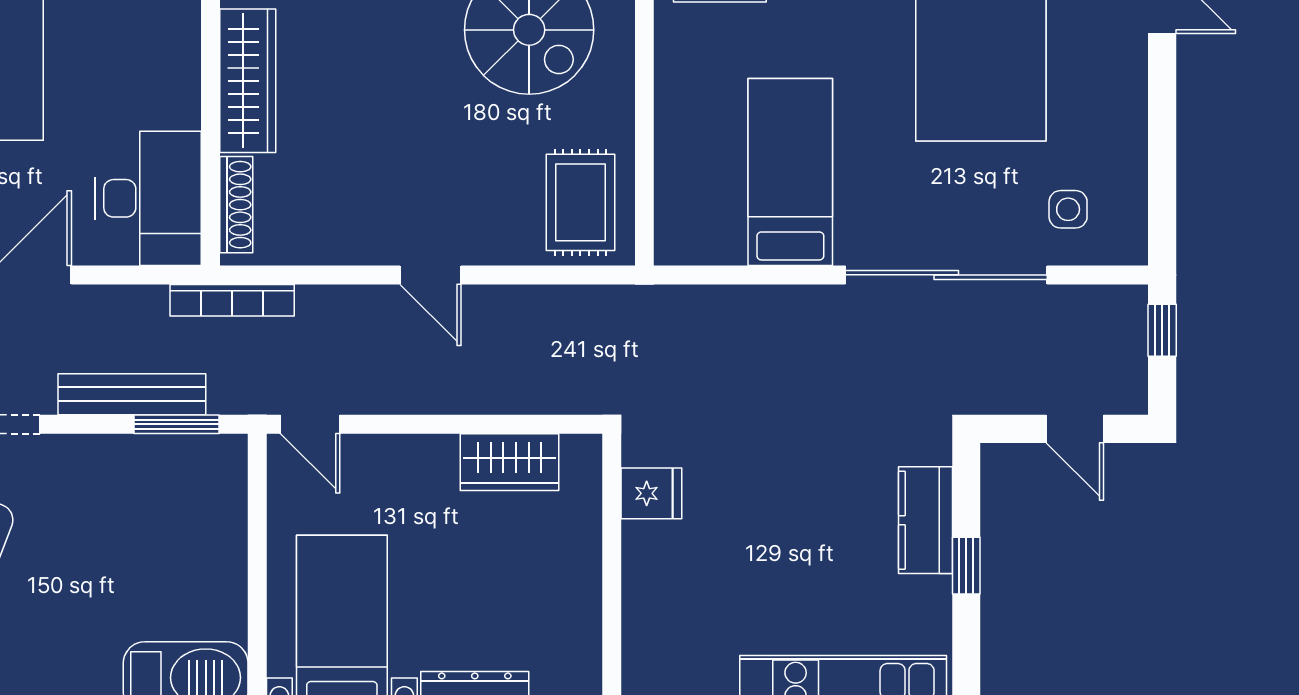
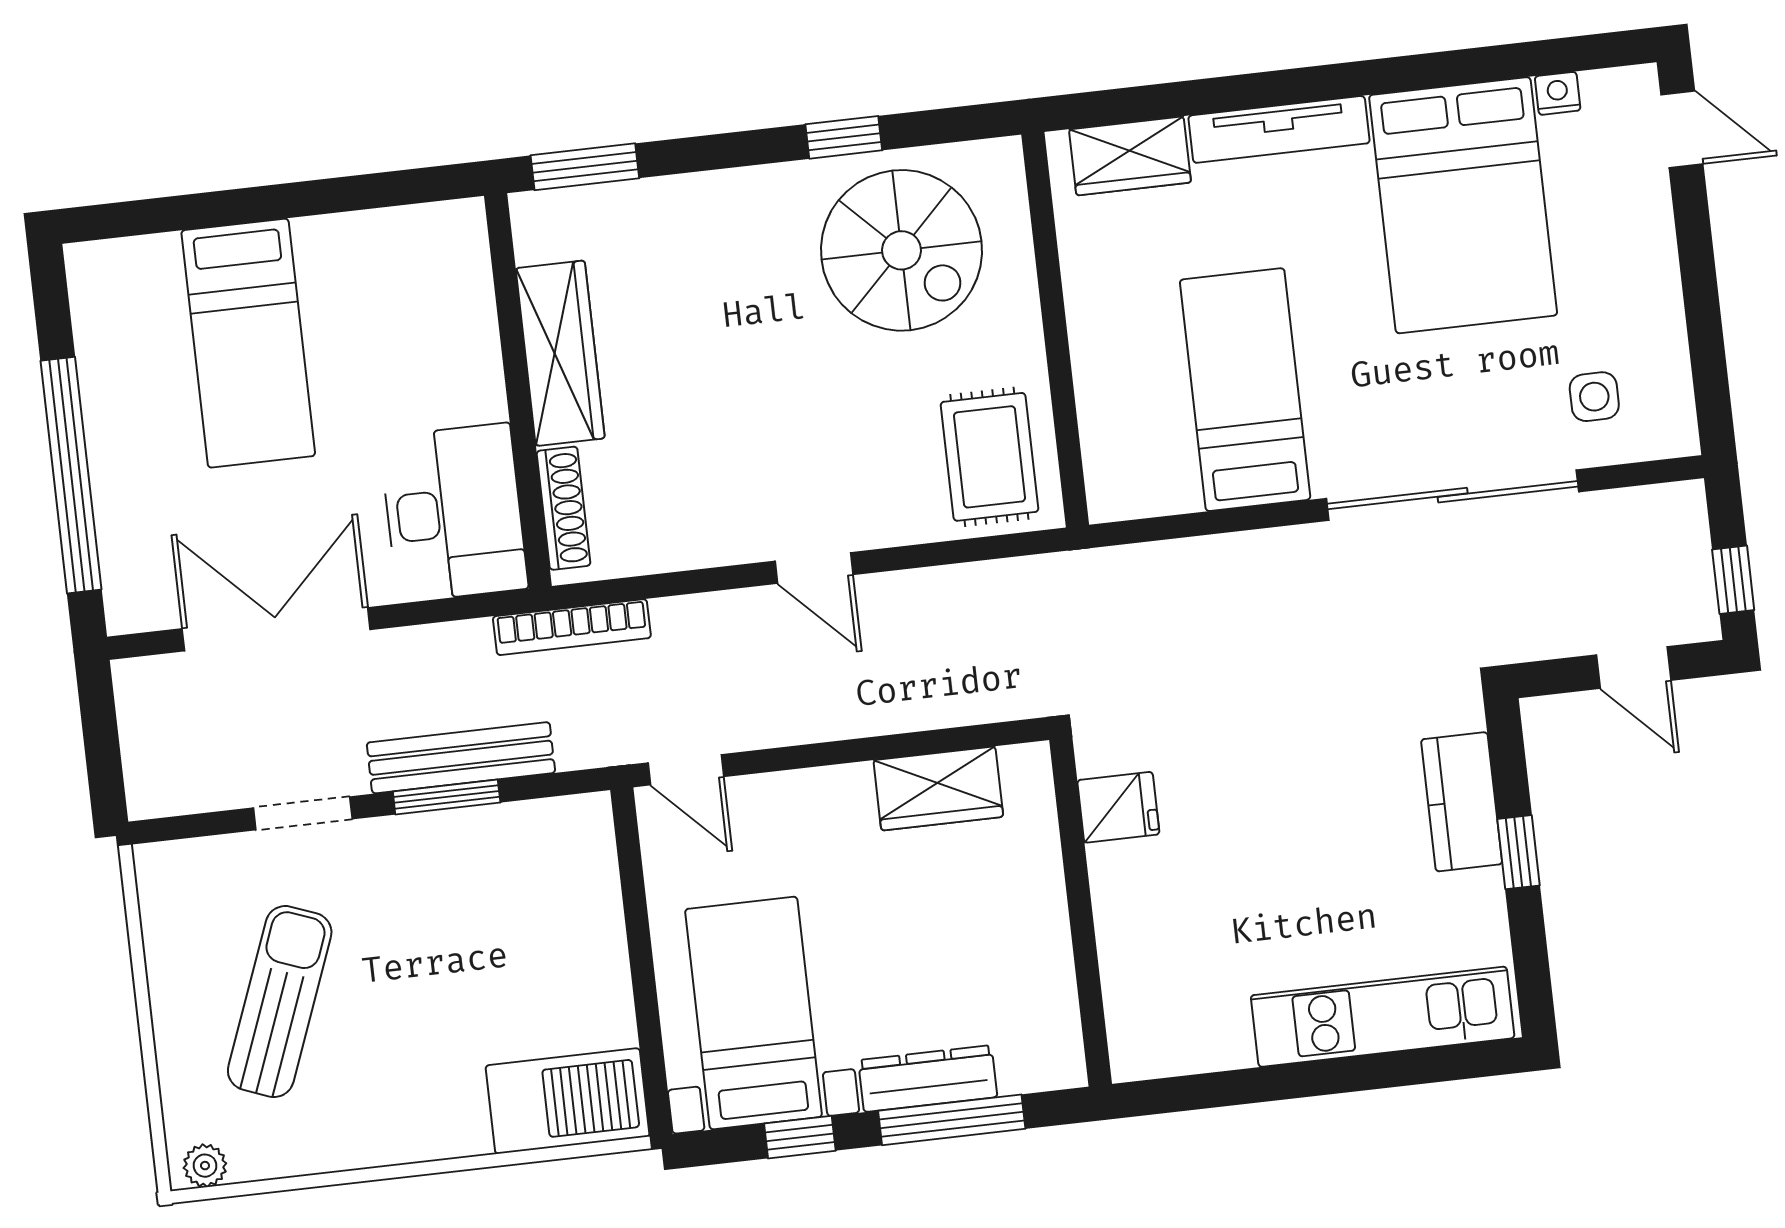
window: (1162, 330) -> (1733, 580), moved
window: (177, 424) -> (447, 797), moved

